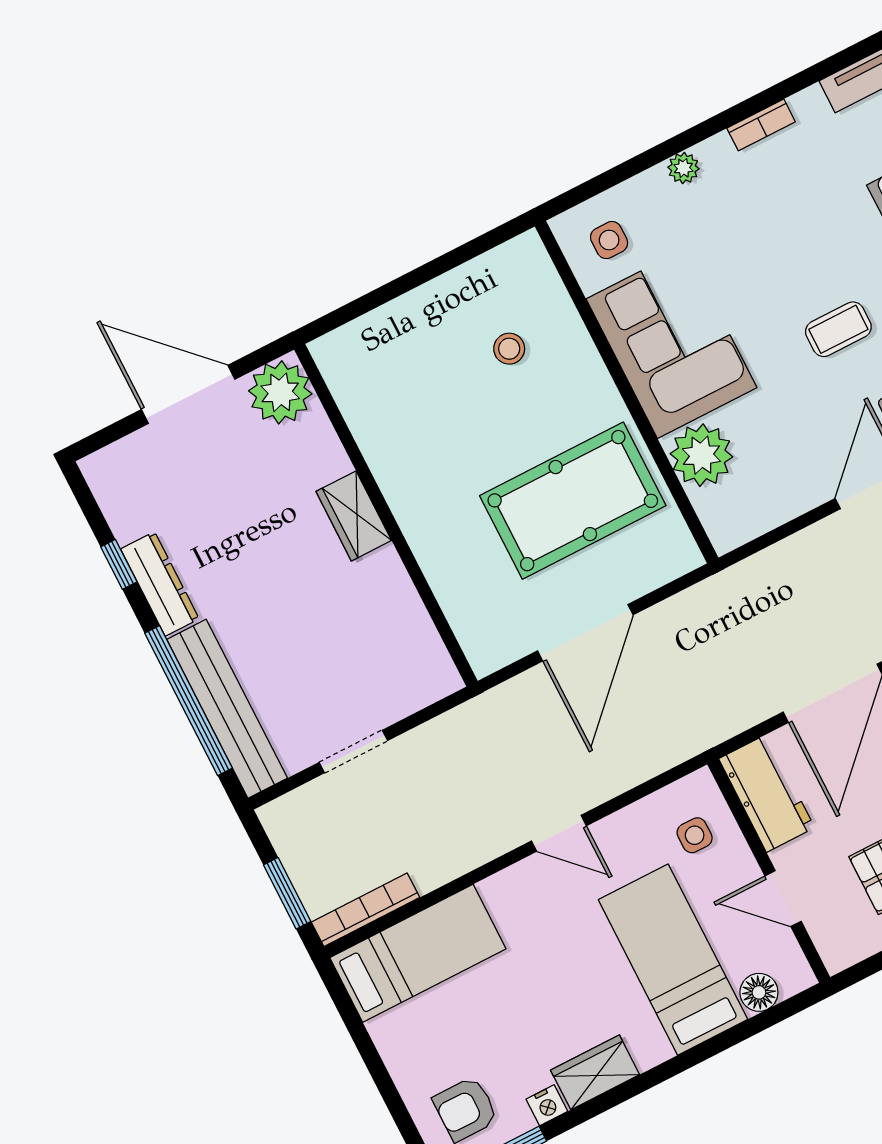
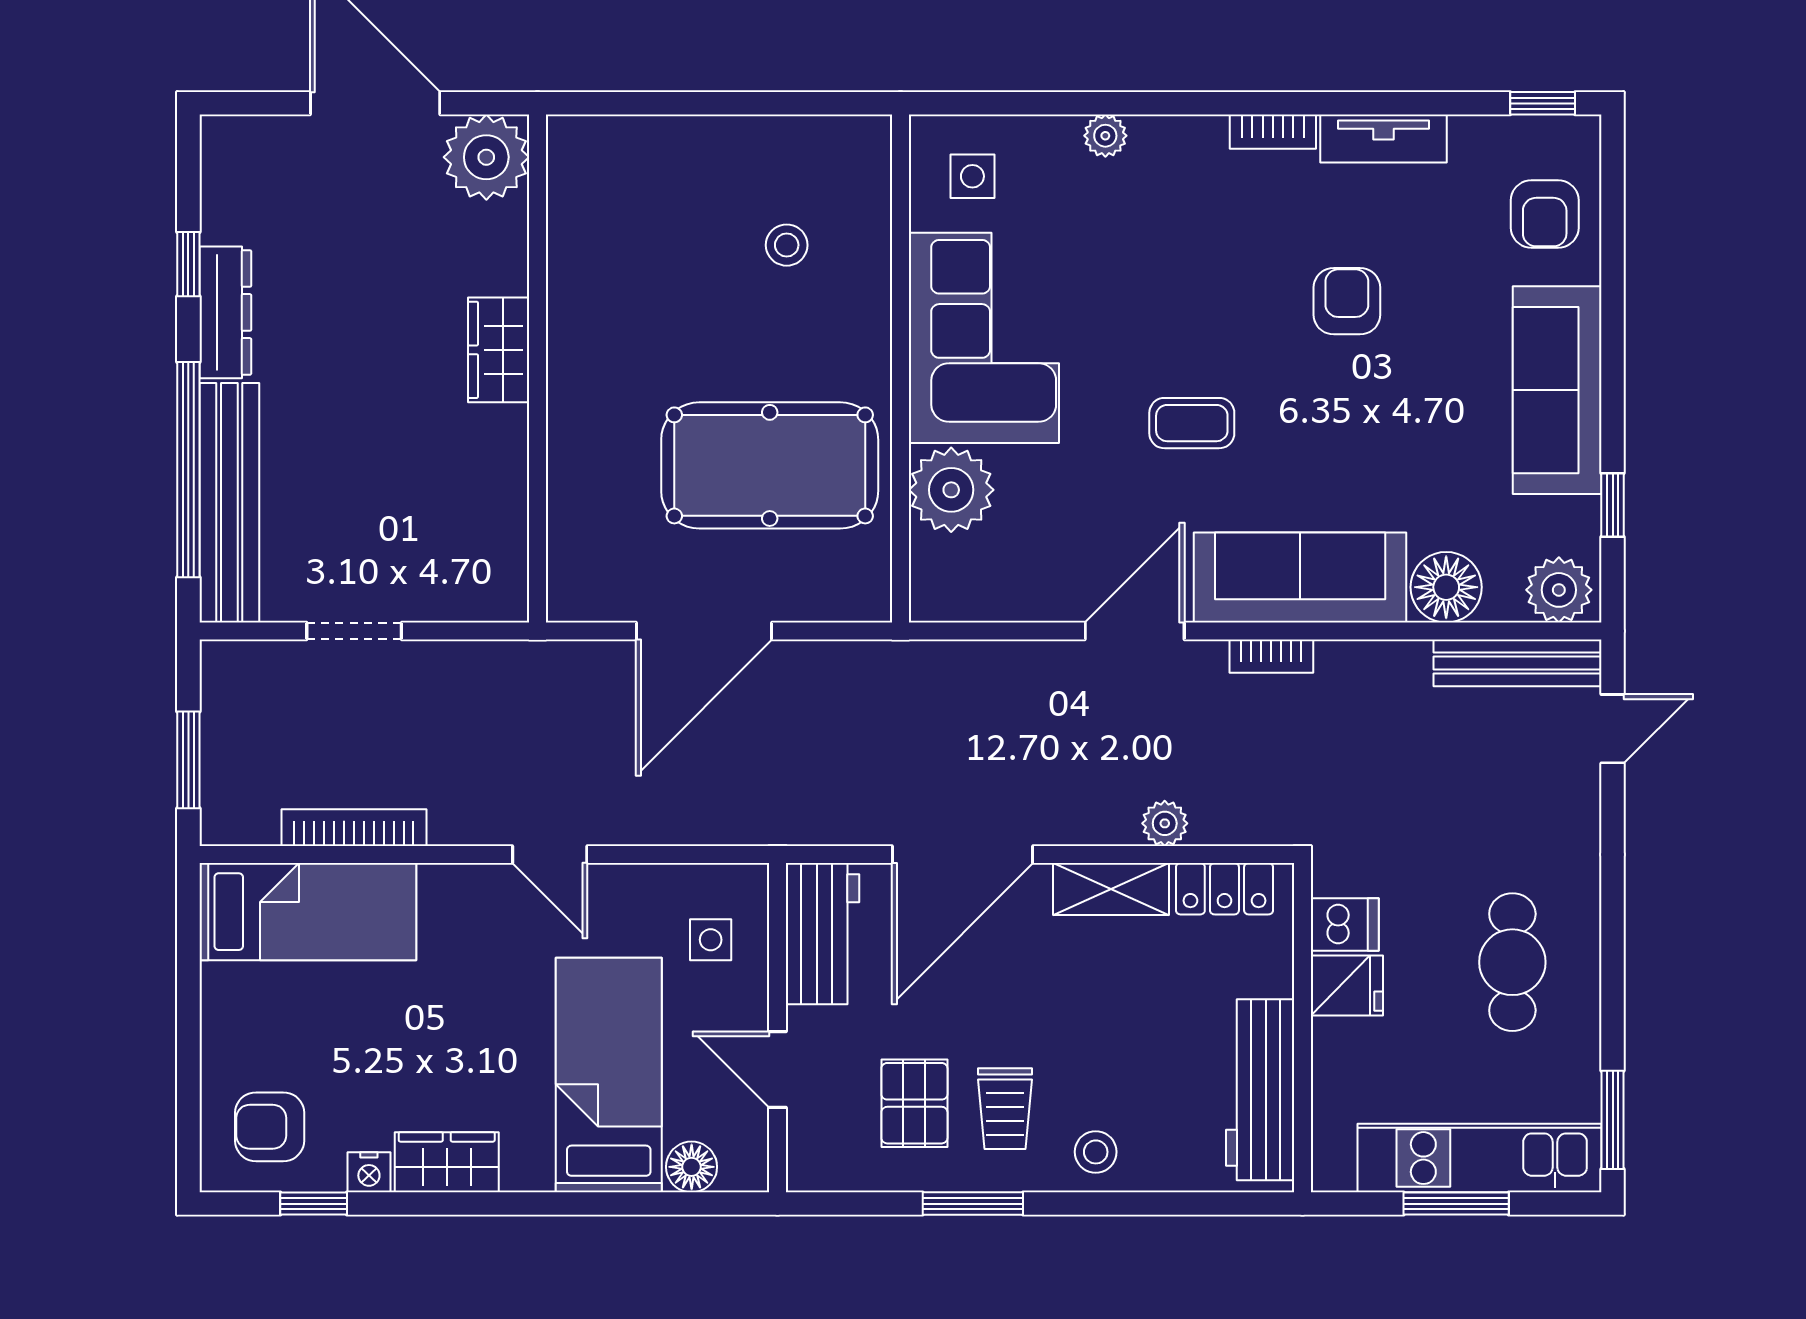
bookcase: (761, 125) -> (1273, 132), moved
bookcase: (366, 910) -> (354, 828), moved

